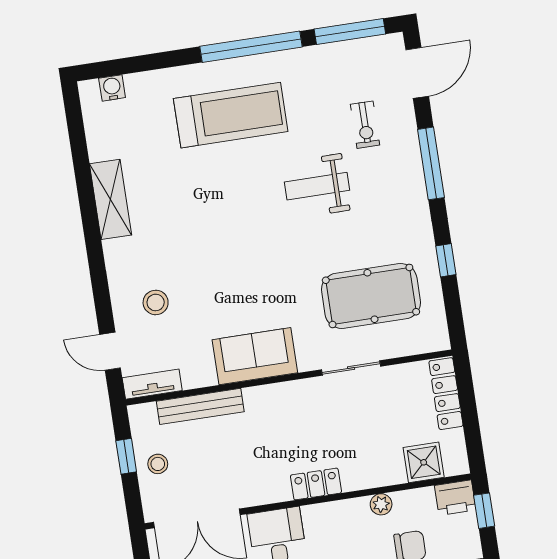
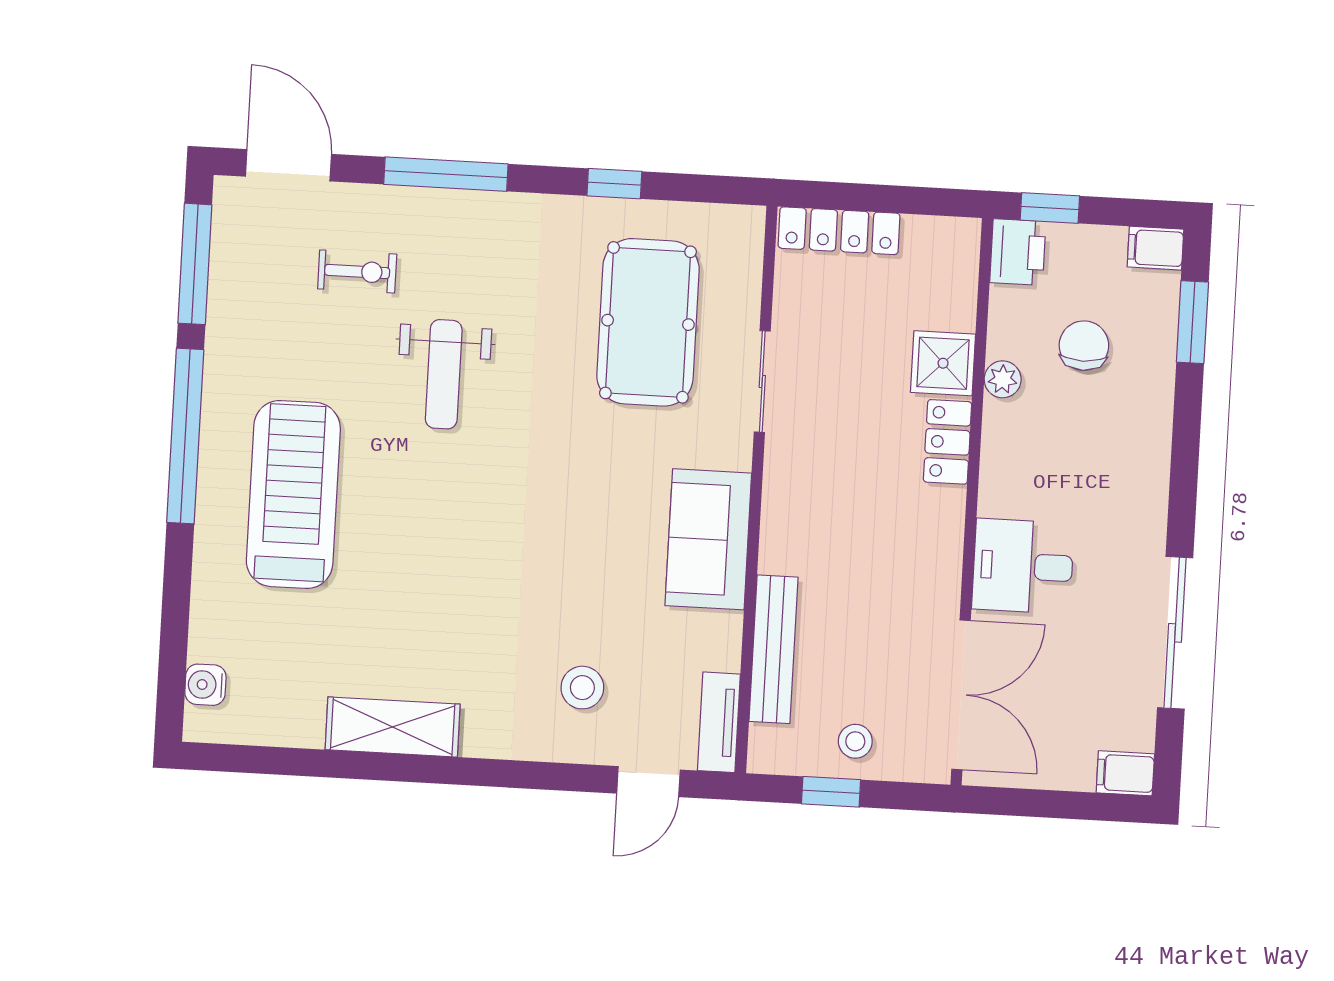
shower: (424, 462) -> (943, 363), moved
locker: (316, 484) -> (947, 442), moved

